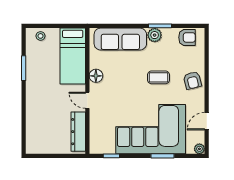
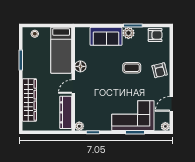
sofa: (120, 39) -> (106, 36), width x0.73
door: (87, 100) -> (73, 87), hinge flipped
wardrobe: (34, 117) -> (29, 100), added
corner sofa: (151, 129) -> (133, 116), width x0.73, depth x0.74
plant: (95, 148) -> (79, 126), added

